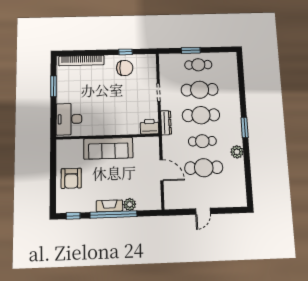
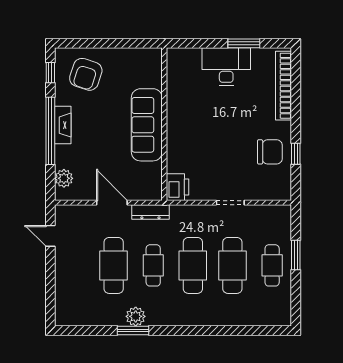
chair: (125, 68) -> (270, 152), turned -90
desk: (69, 119) -> (226, 67), moved
dresser: (166, 123) -> (150, 212), moved
window: (245, 127) -> (133, 331), moved
door: (161, 170) -> (112, 203), swing flipped
armchair: (71, 178) -> (86, 74), moved, turned -72
plant: (130, 204) -> (64, 178), moved
door: (203, 211) -> (50, 236), moved

